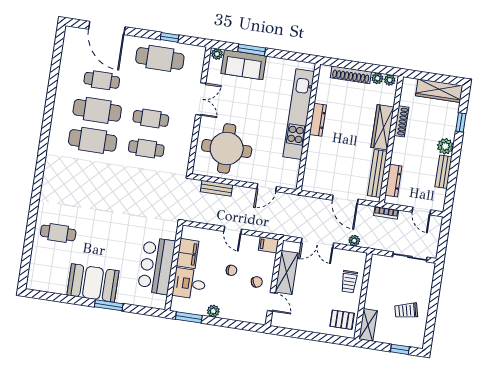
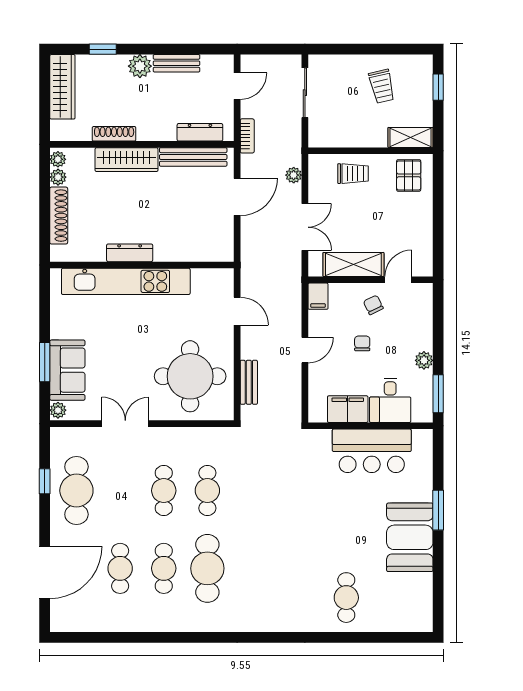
cafe table: (97, 110) -> (164, 568), width x0.73, depth x0.74

